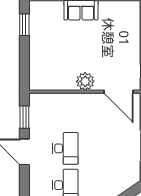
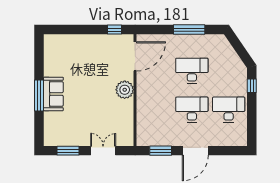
double door: (24, 60) -> (103, 151), added
desk: (104, 148) -> (192, 71), added

